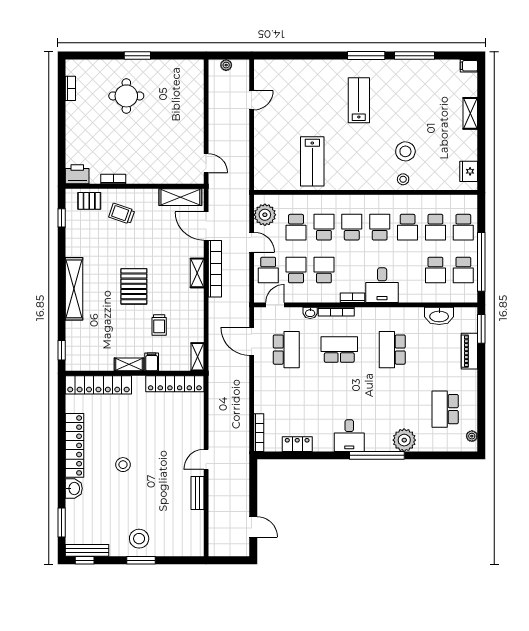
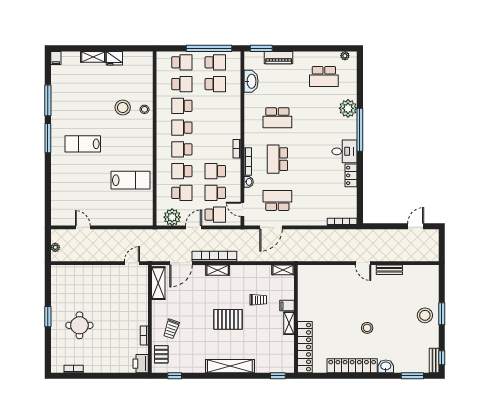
fridge: (469, 171) -> (114, 58), moved
school desk: (408, 227) -> (182, 106), turned 180
desk: (382, 285) -> (227, 126), removed
locker: (175, 384) -> (304, 287), removed
locker: (297, 444) -> (351, 175), moved
bench: (87, 550) -> (434, 360), width x0.73

